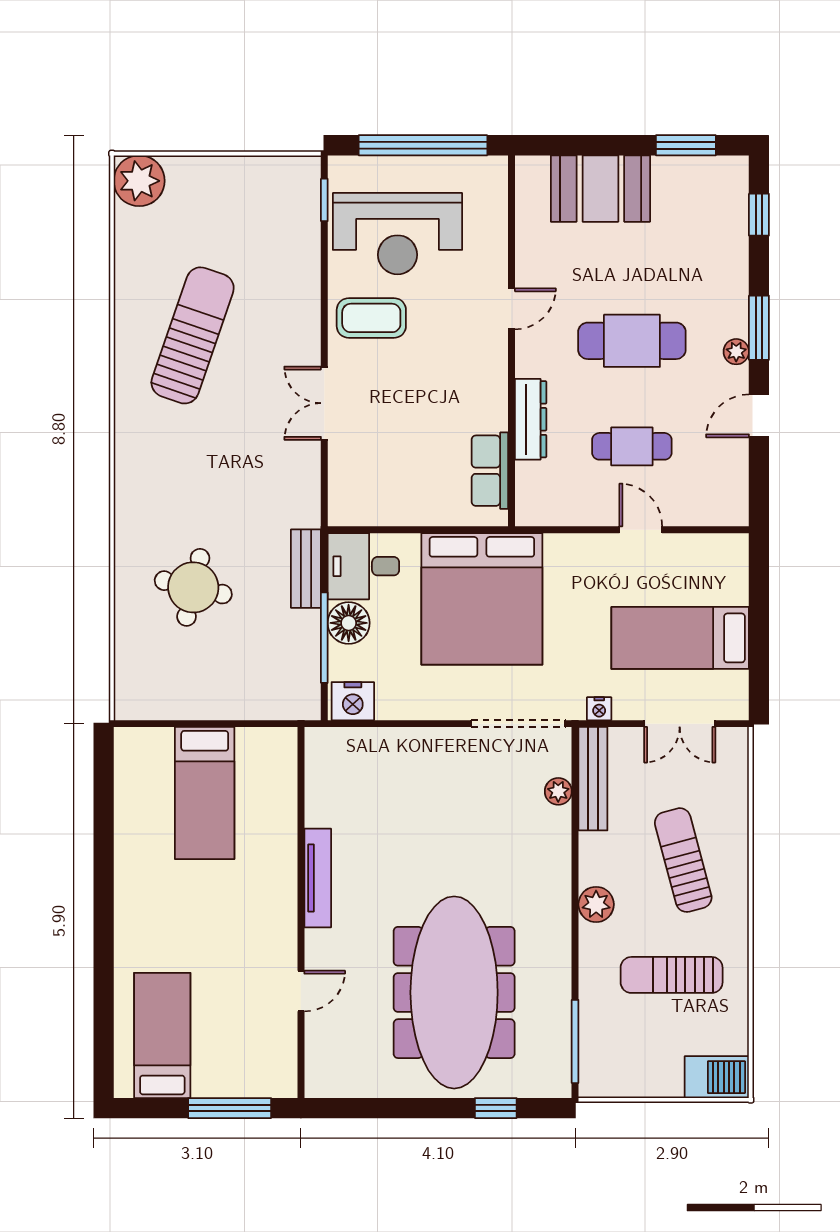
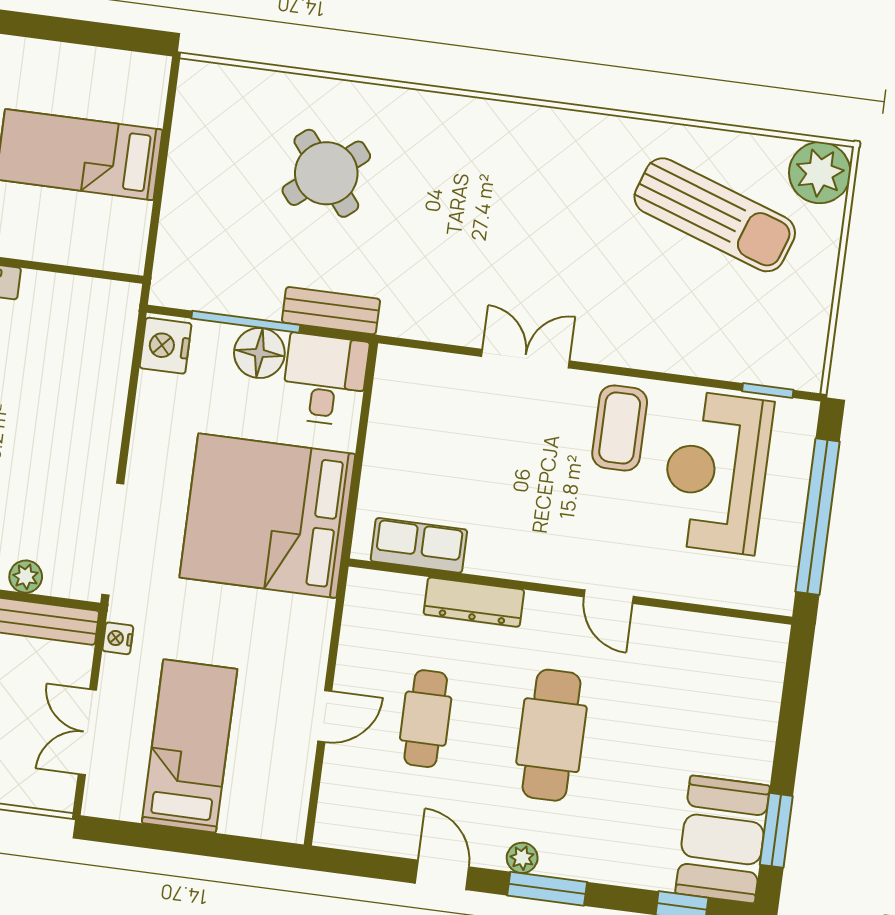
booth: (600, 189) -> (722, 839), moved
sun lounger: (193, 335) -> (715, 215), moved
round table: (193, 587) -> (326, 173), turned 38

